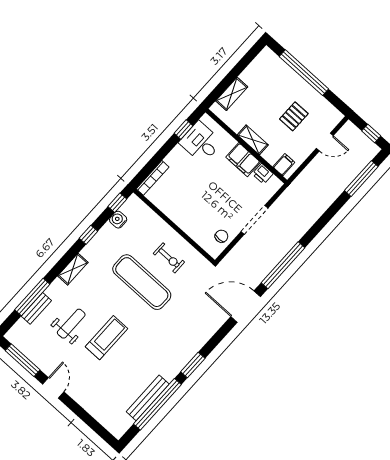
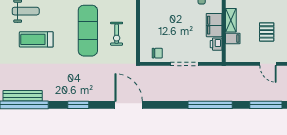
pallet: (294, 116) -> (267, 32), turned 90
filing cabinet: (284, 165) -> (233, 38), moved
window: (283, 265) -> (210, 105), moved
treadmill: (107, 338) -> (36, 39), turned 180
window: (193, 365) -> (78, 105), moved

